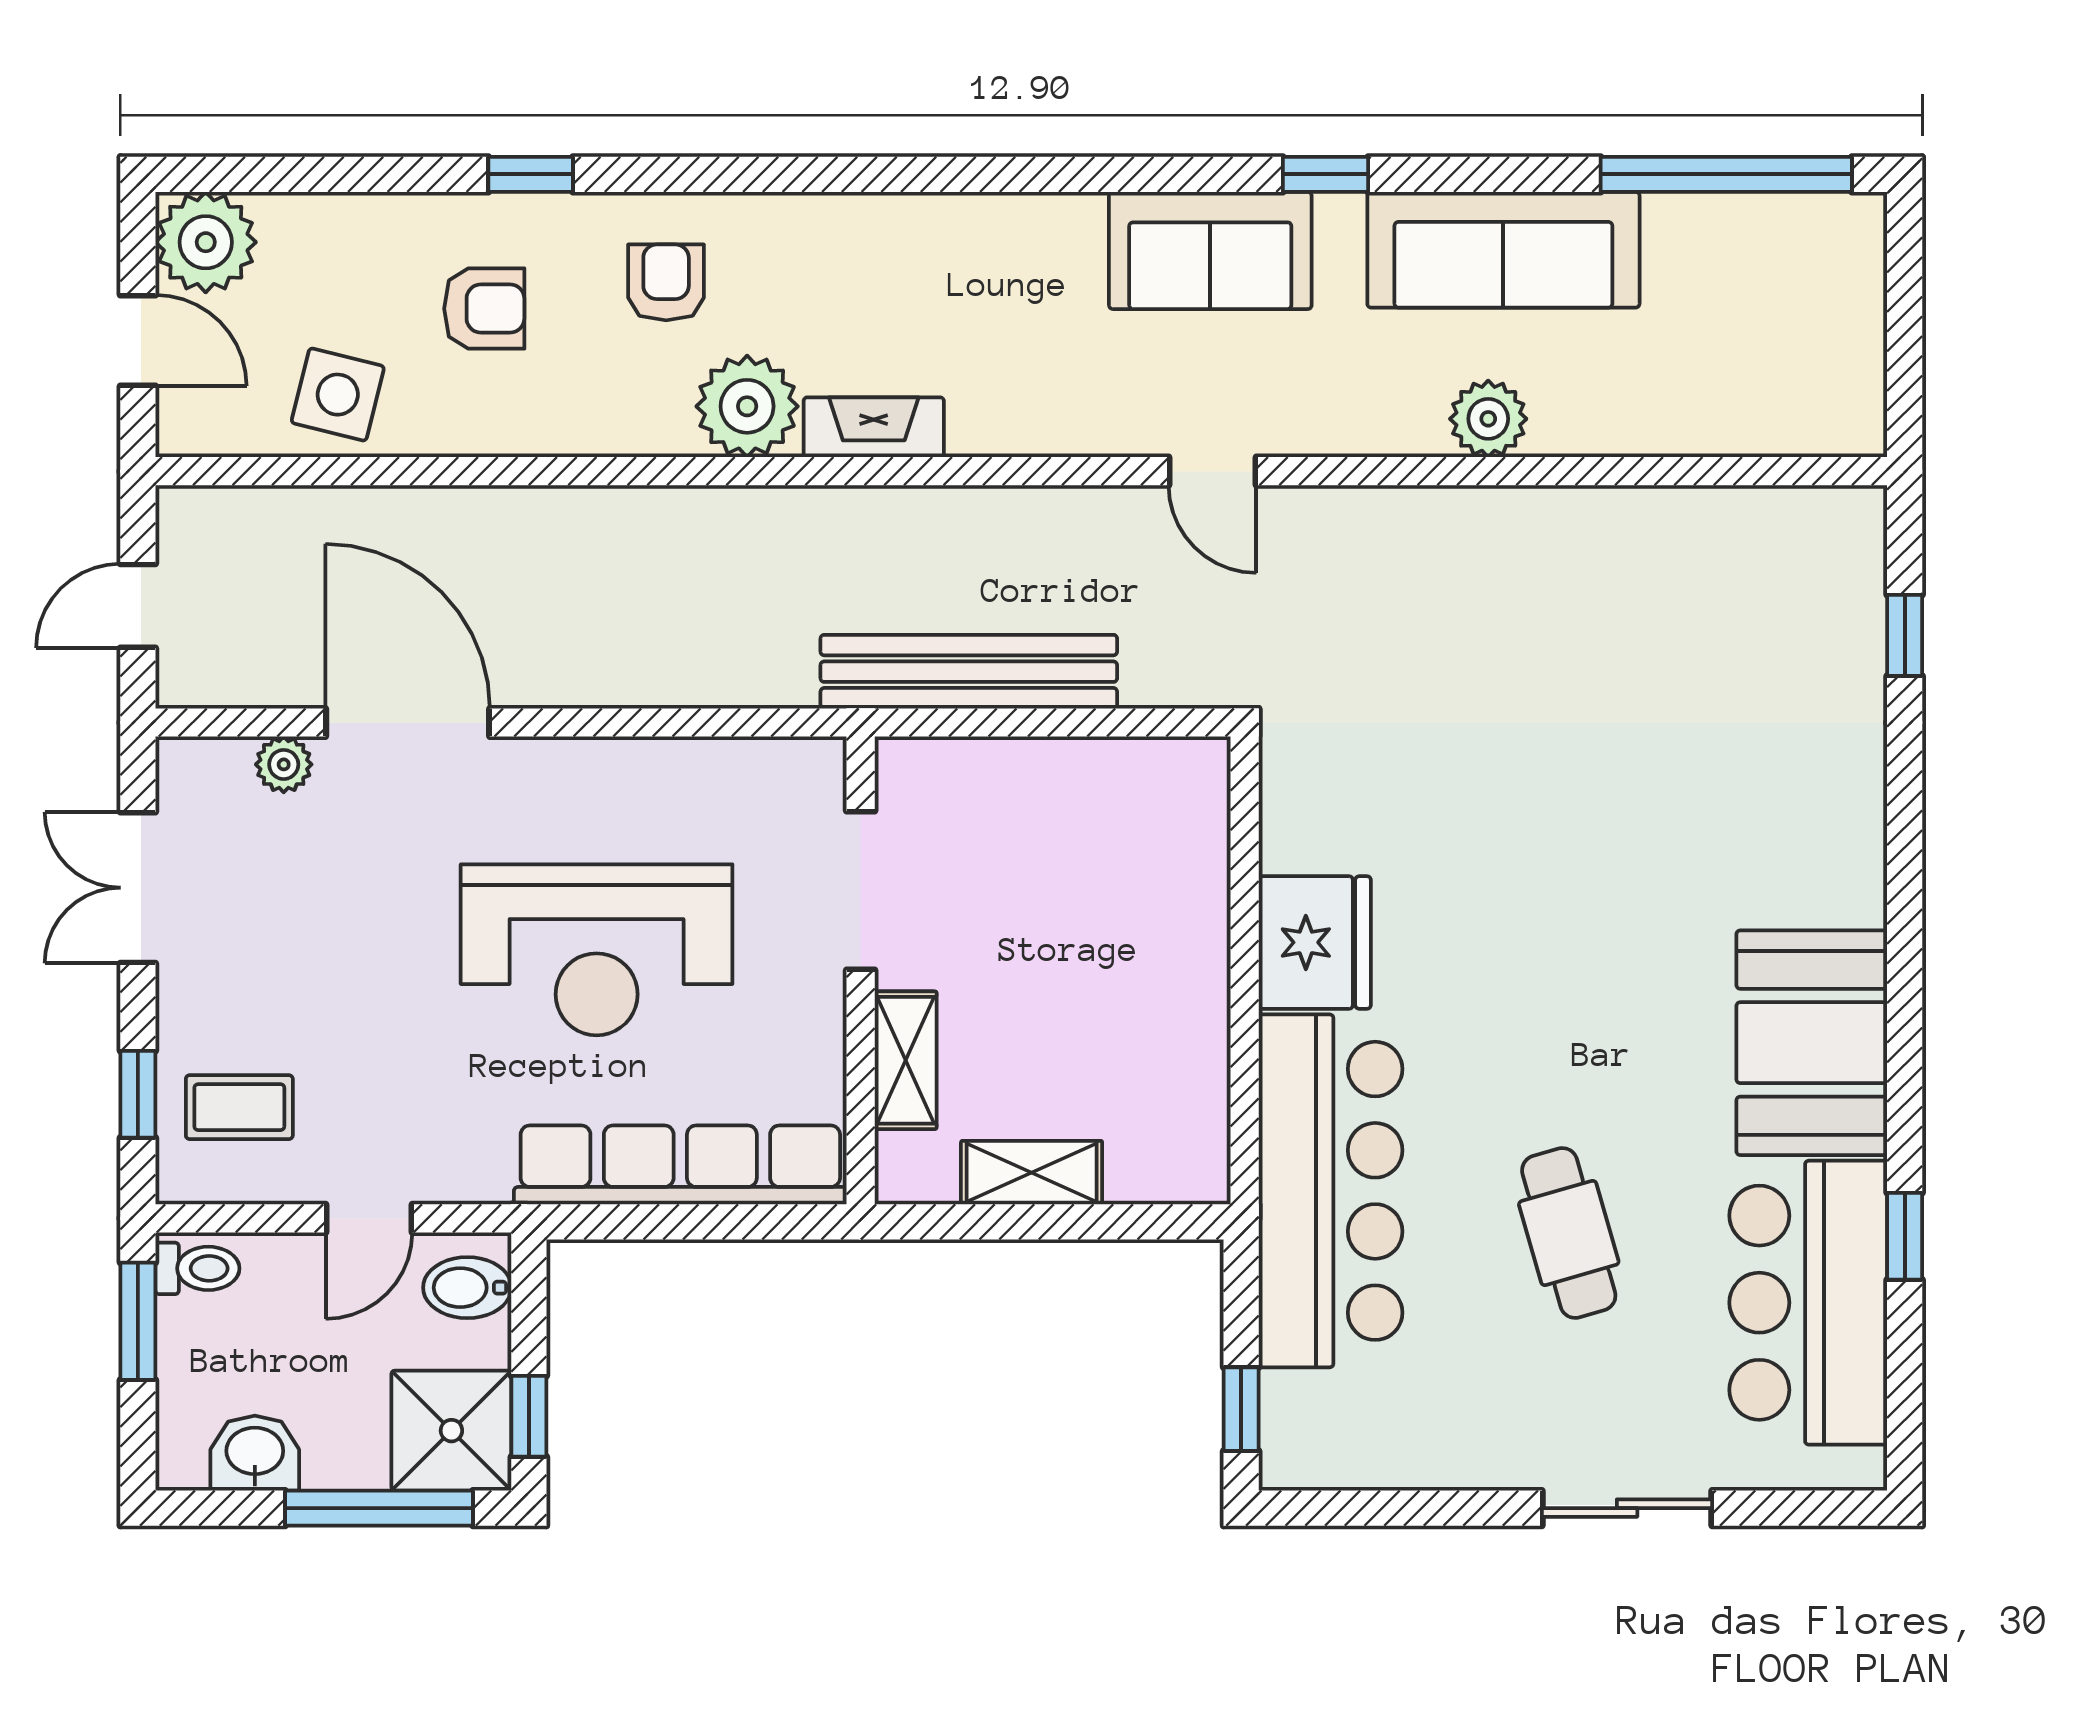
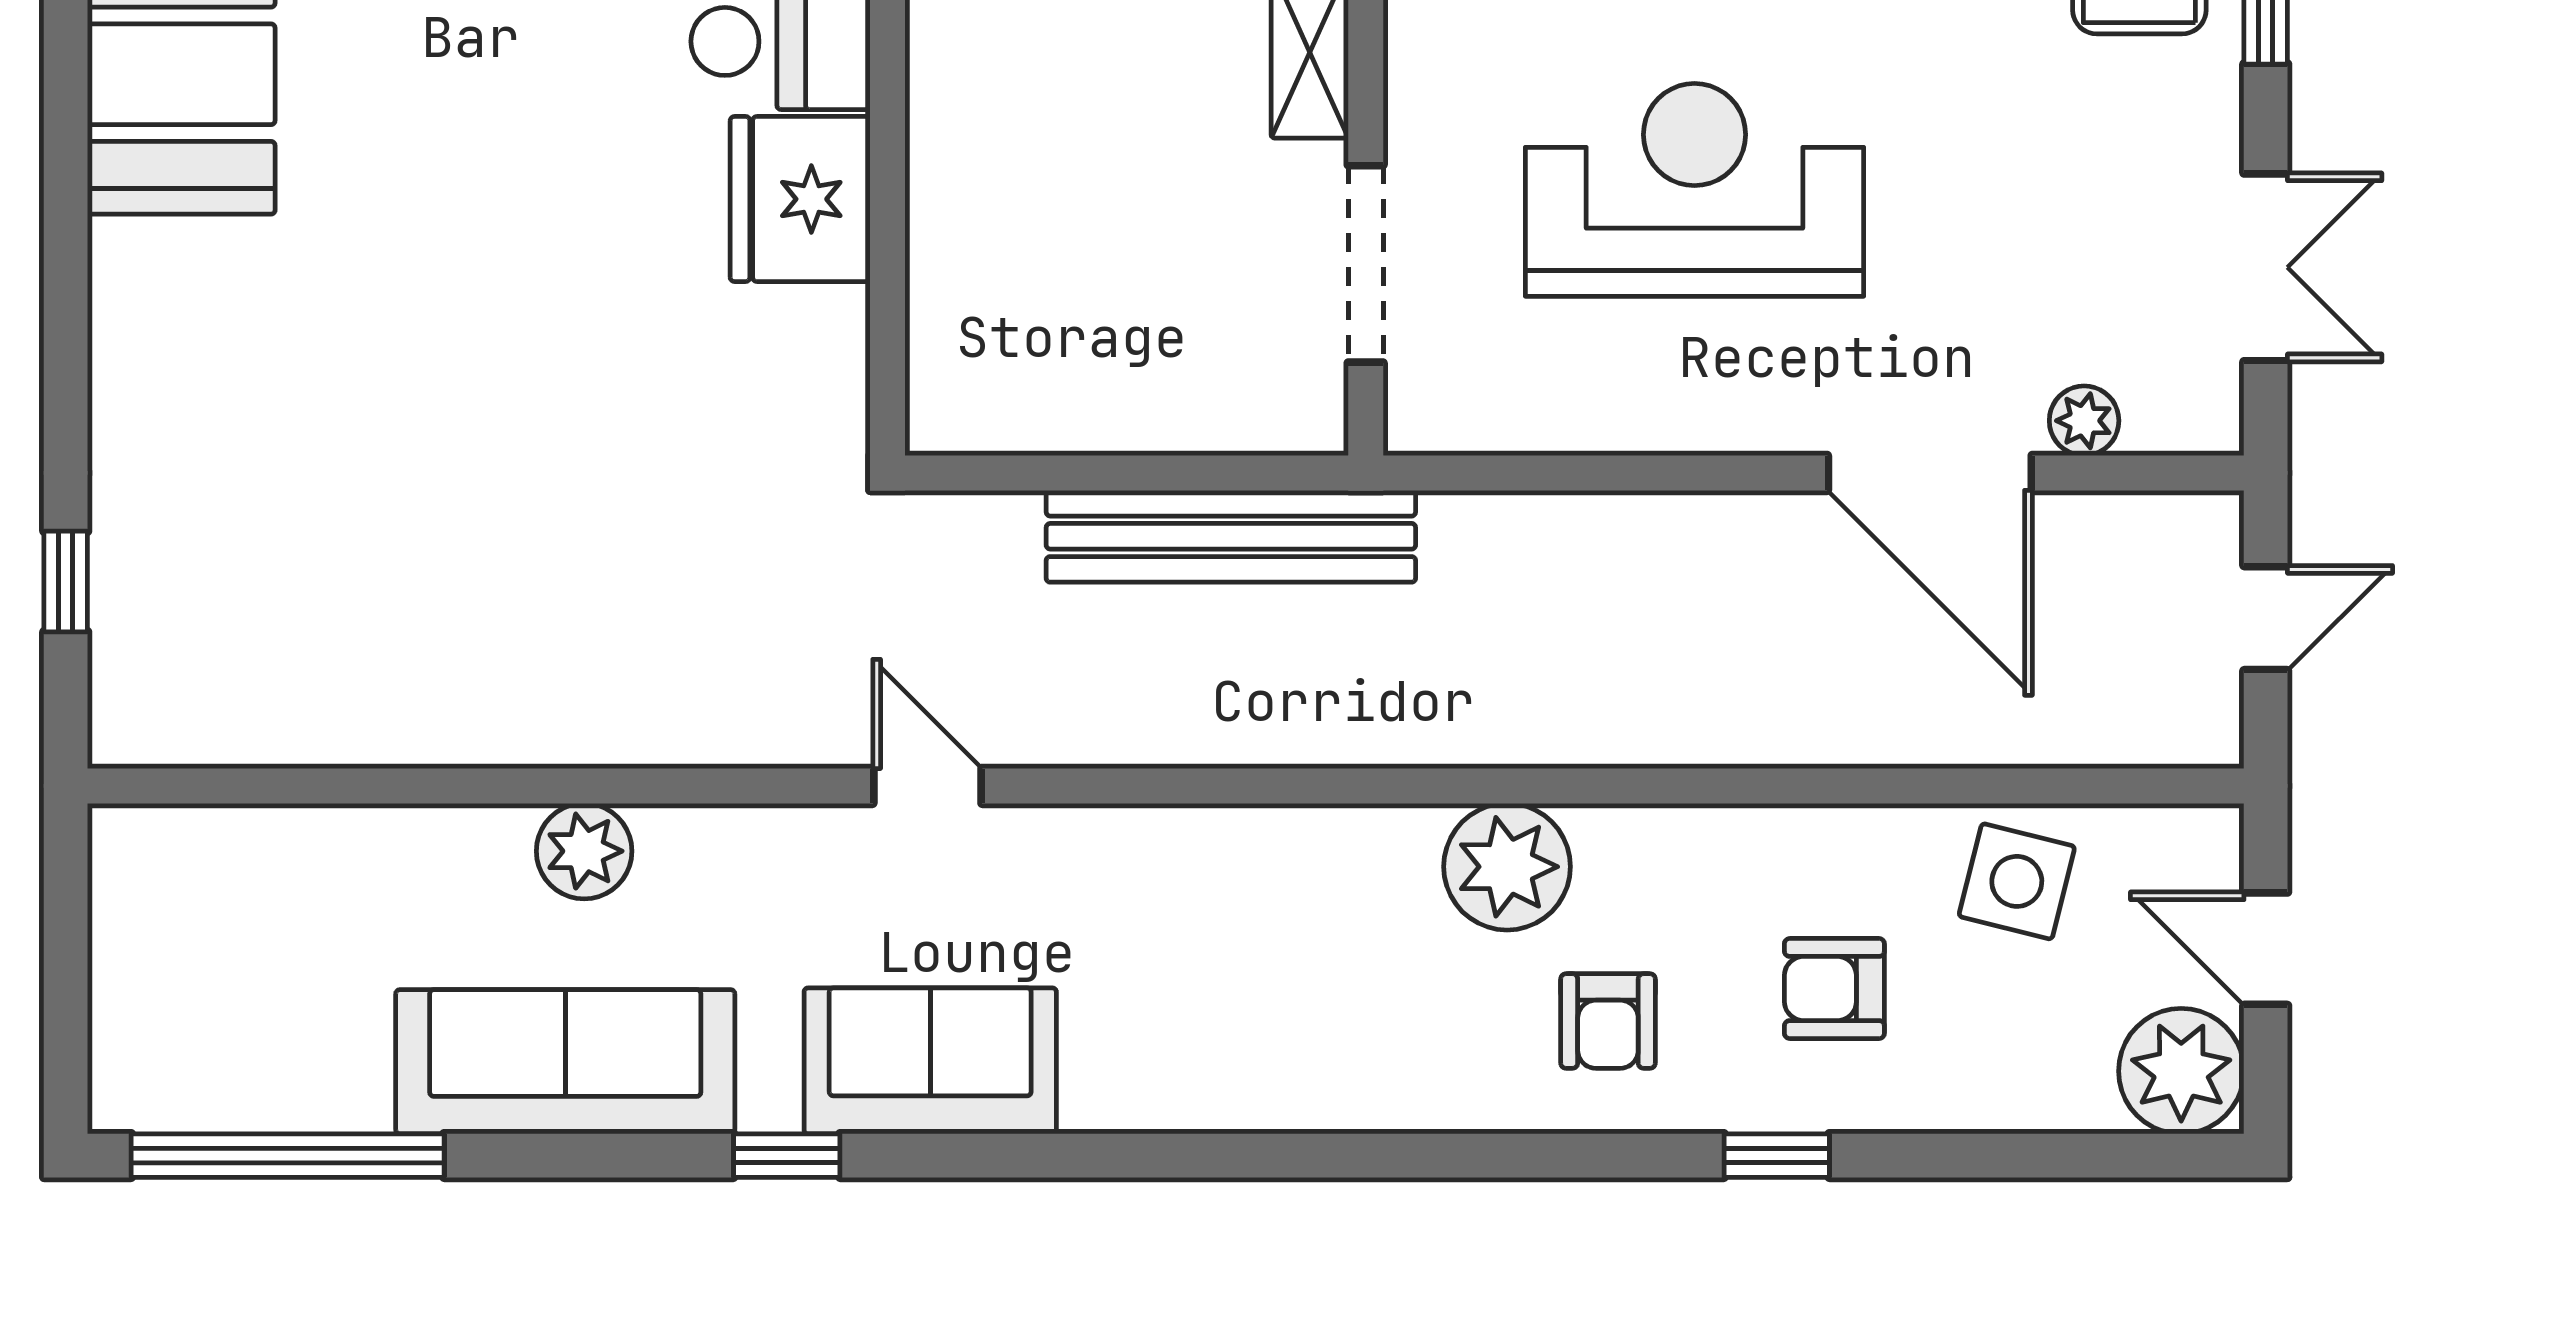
fireplace: (874, 427) -> (1349, 841), removed

